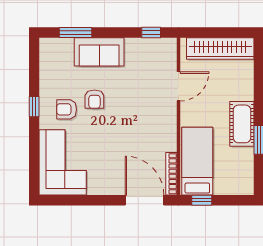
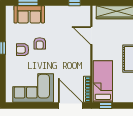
sofa: (99, 52) -> (29, 14), moved
door: (178, 86) -> (91, 36), swing flipped
corner sofa: (63, 162) -> (33, 88), moved, turned -90

